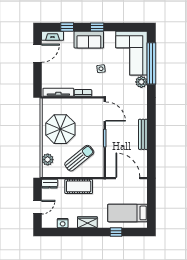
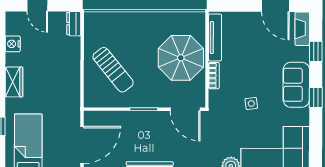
door: (105, 112) -> (185, 109), hinge flipped
parasol: (60, 129) -> (181, 58), moved
plant: (48, 160) -> (111, 21), removed
cot: (79, 186) -> (69, 69), removed

